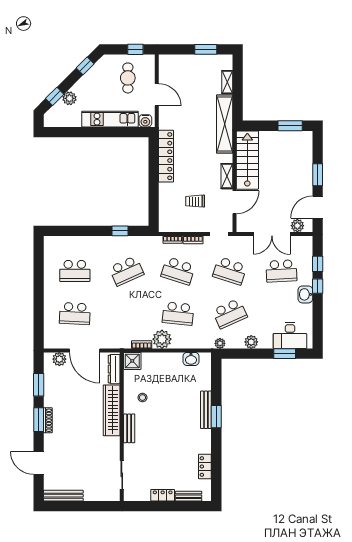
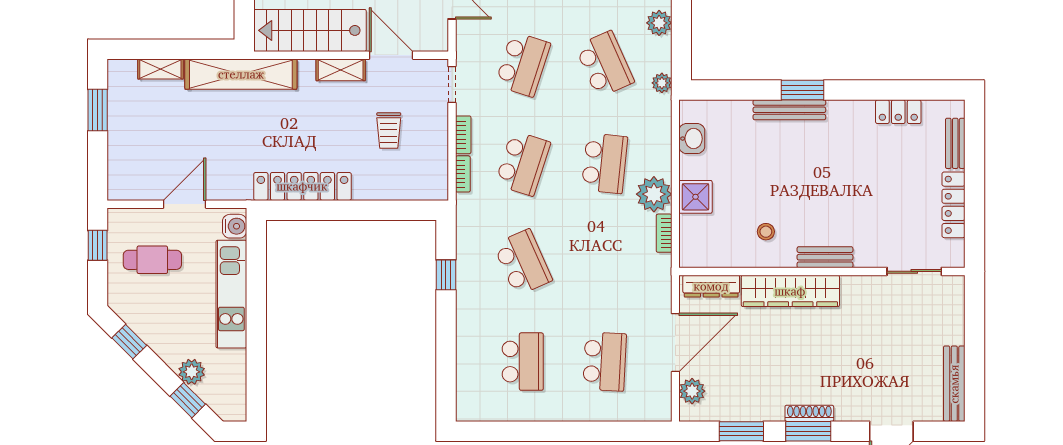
shower: (132, 361) -> (696, 197), moved
locker: (163, 495) -> (953, 205), width x1.53

